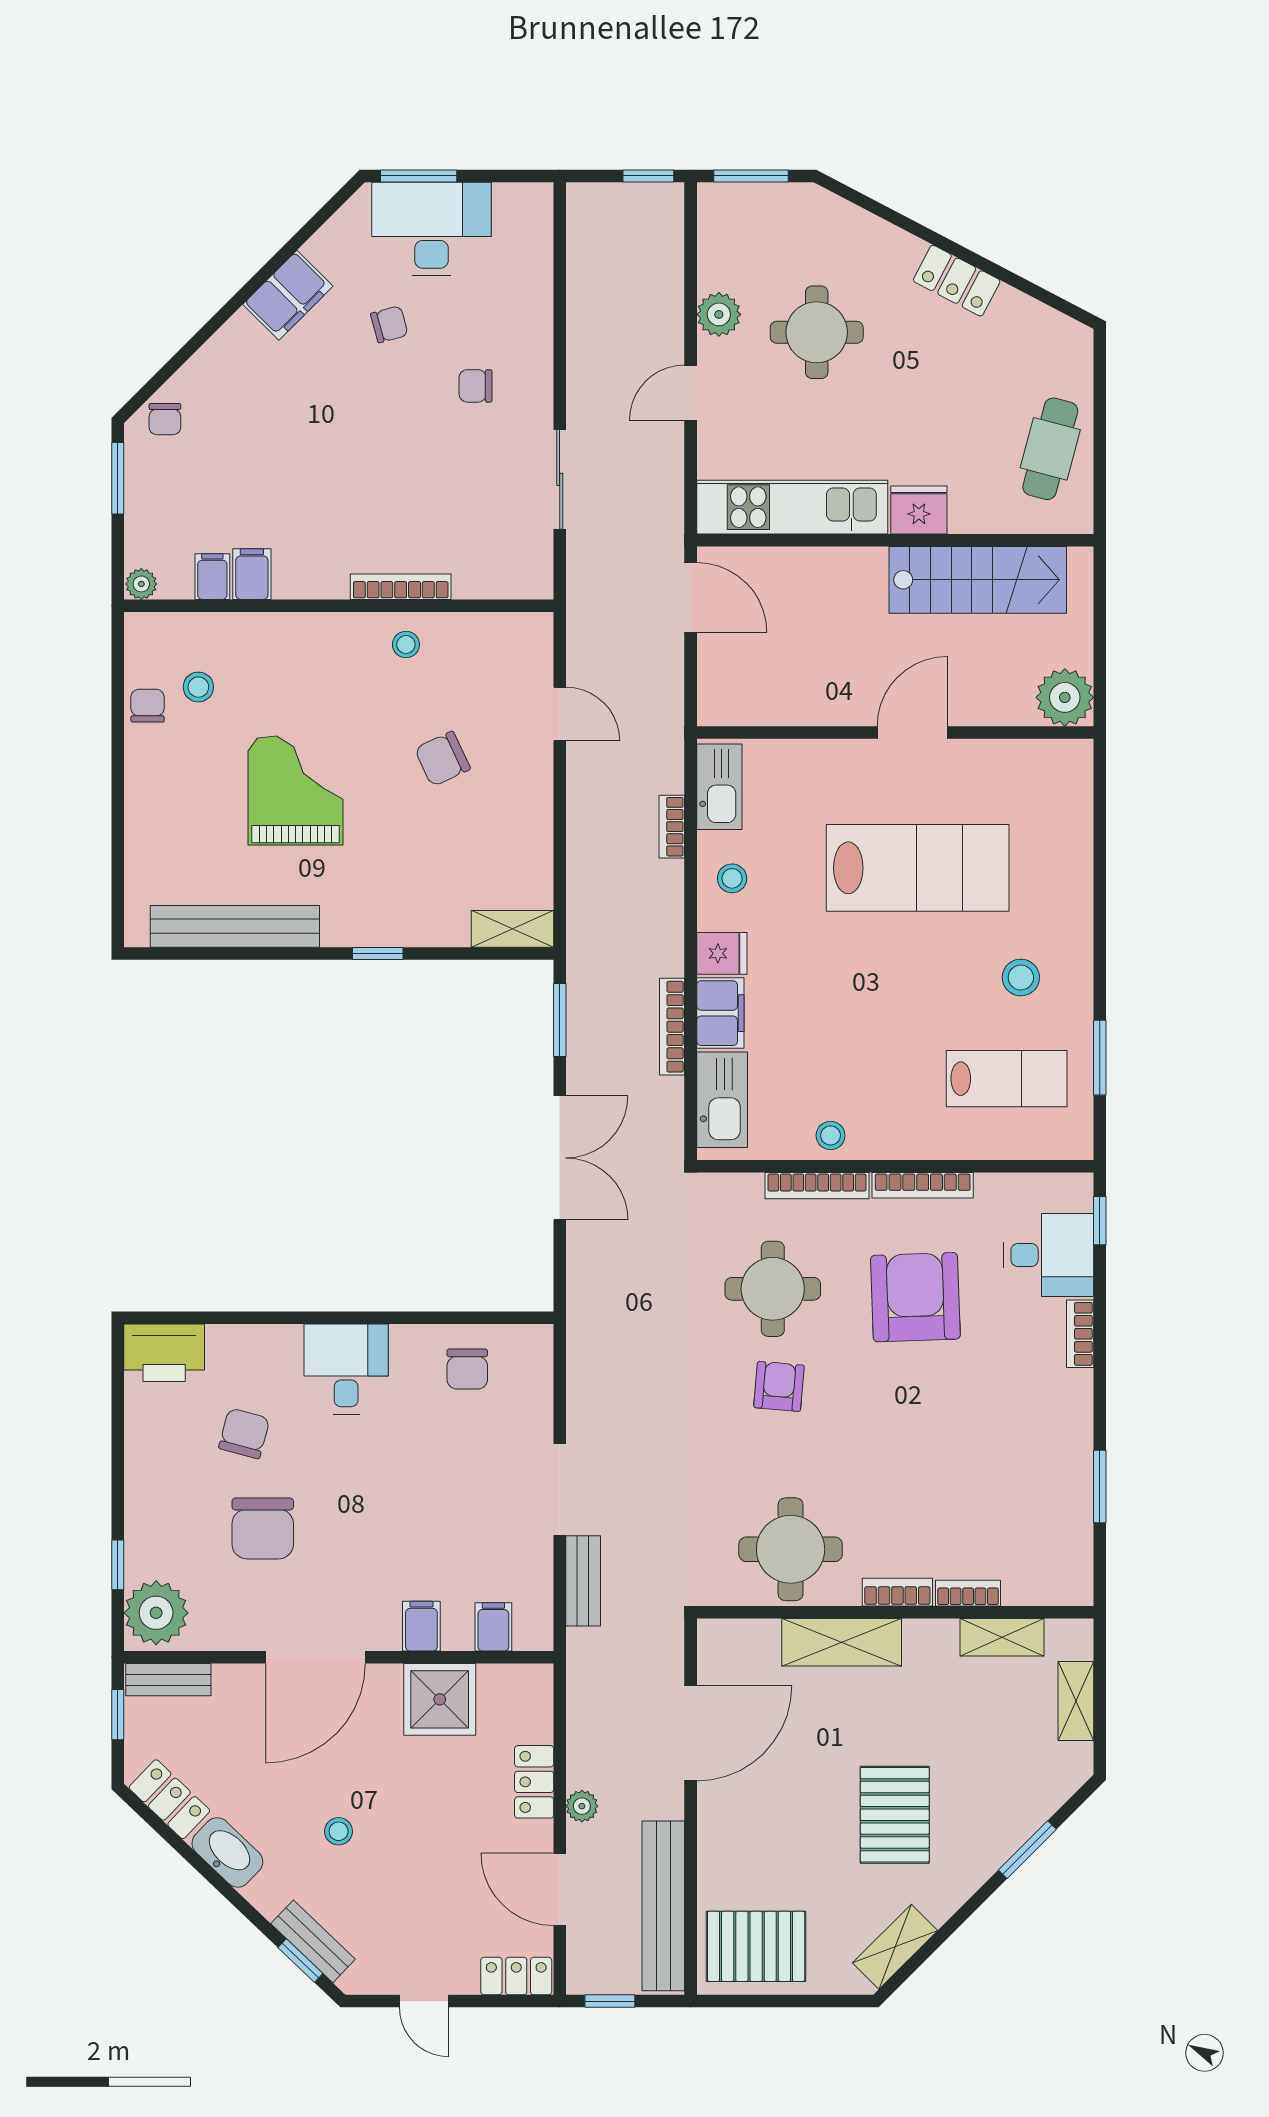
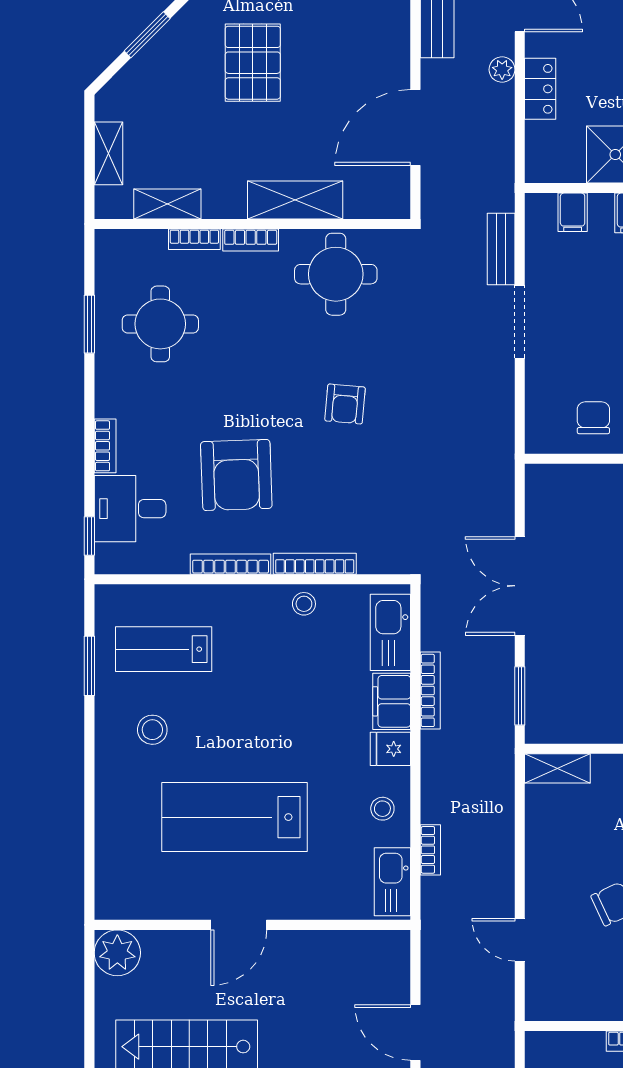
round table: (773, 1289) -> (160, 324), moved

